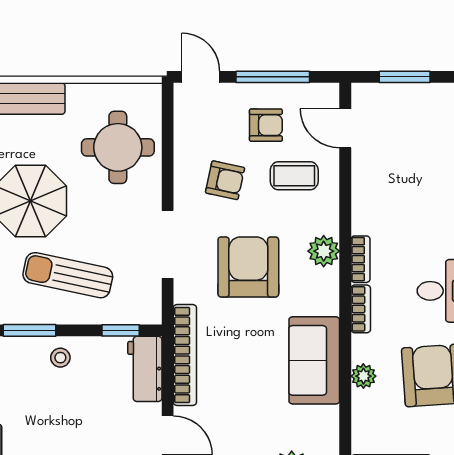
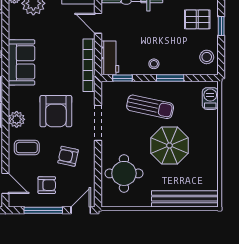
door: (201, 77) -> (81, 210), swing flipped
armchair: (266, 125) -> (47, 185), turned 180
coffee table: (294, 176) -> (27, 148), moved

